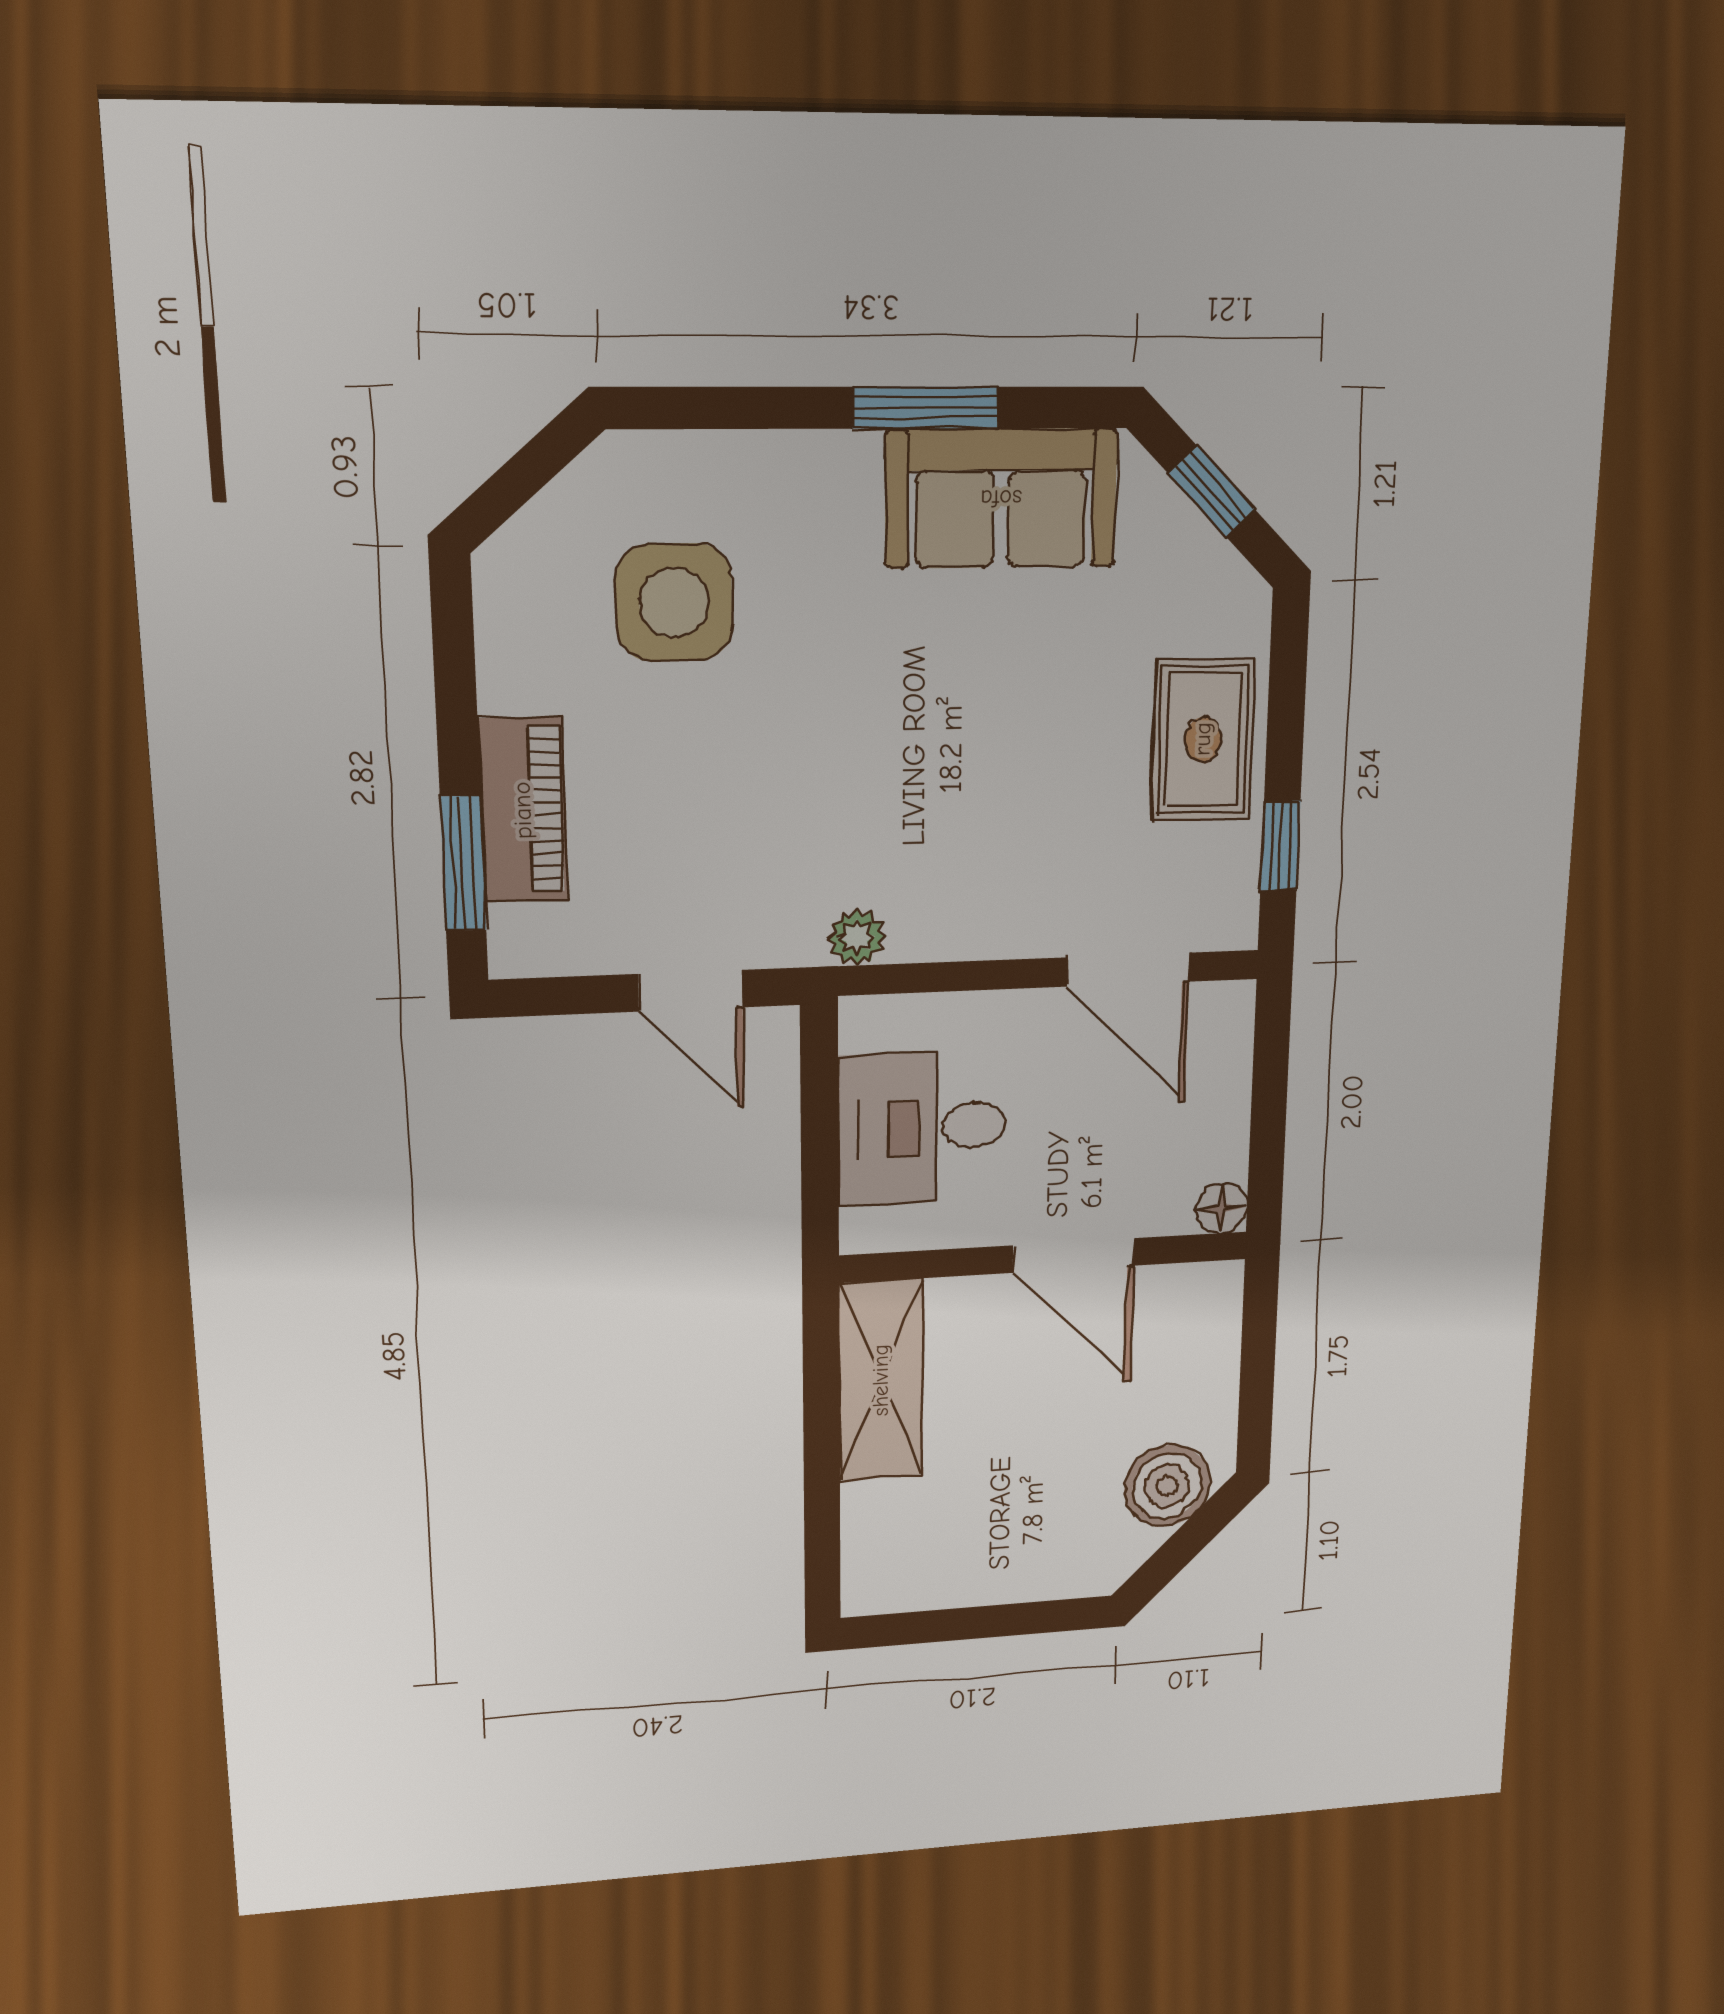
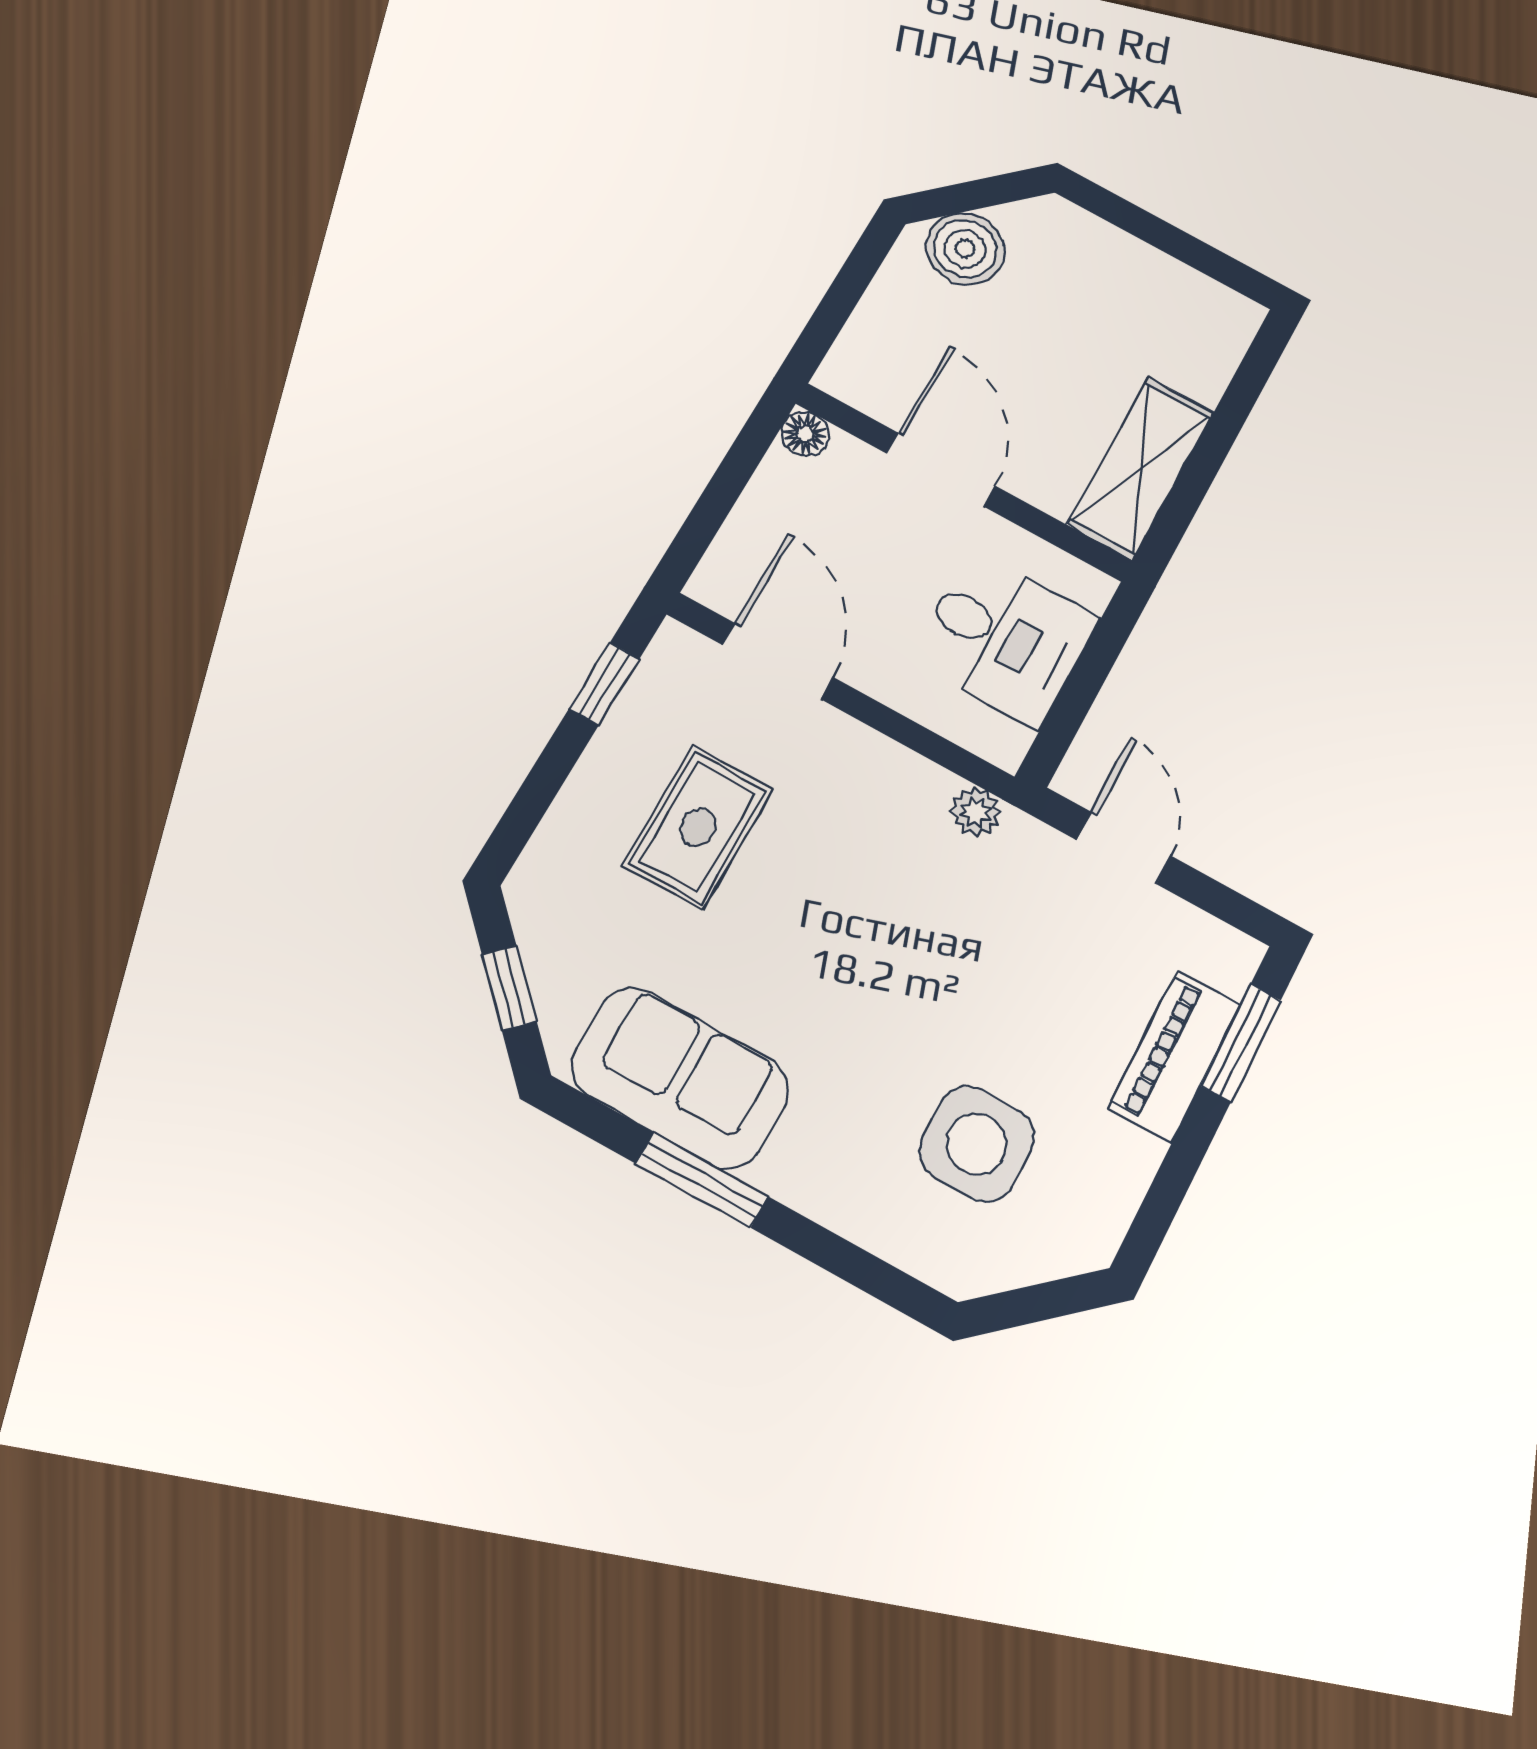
rug: (1203, 739) -> (698, 827), moved

